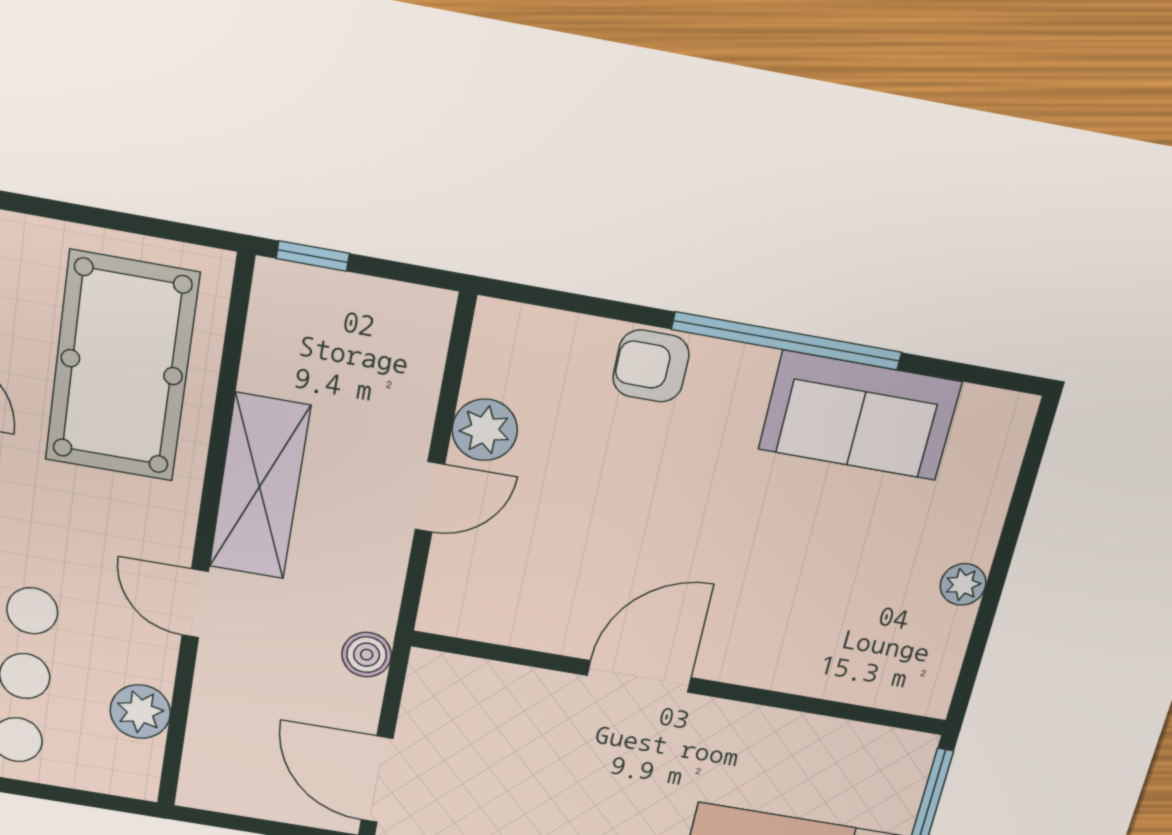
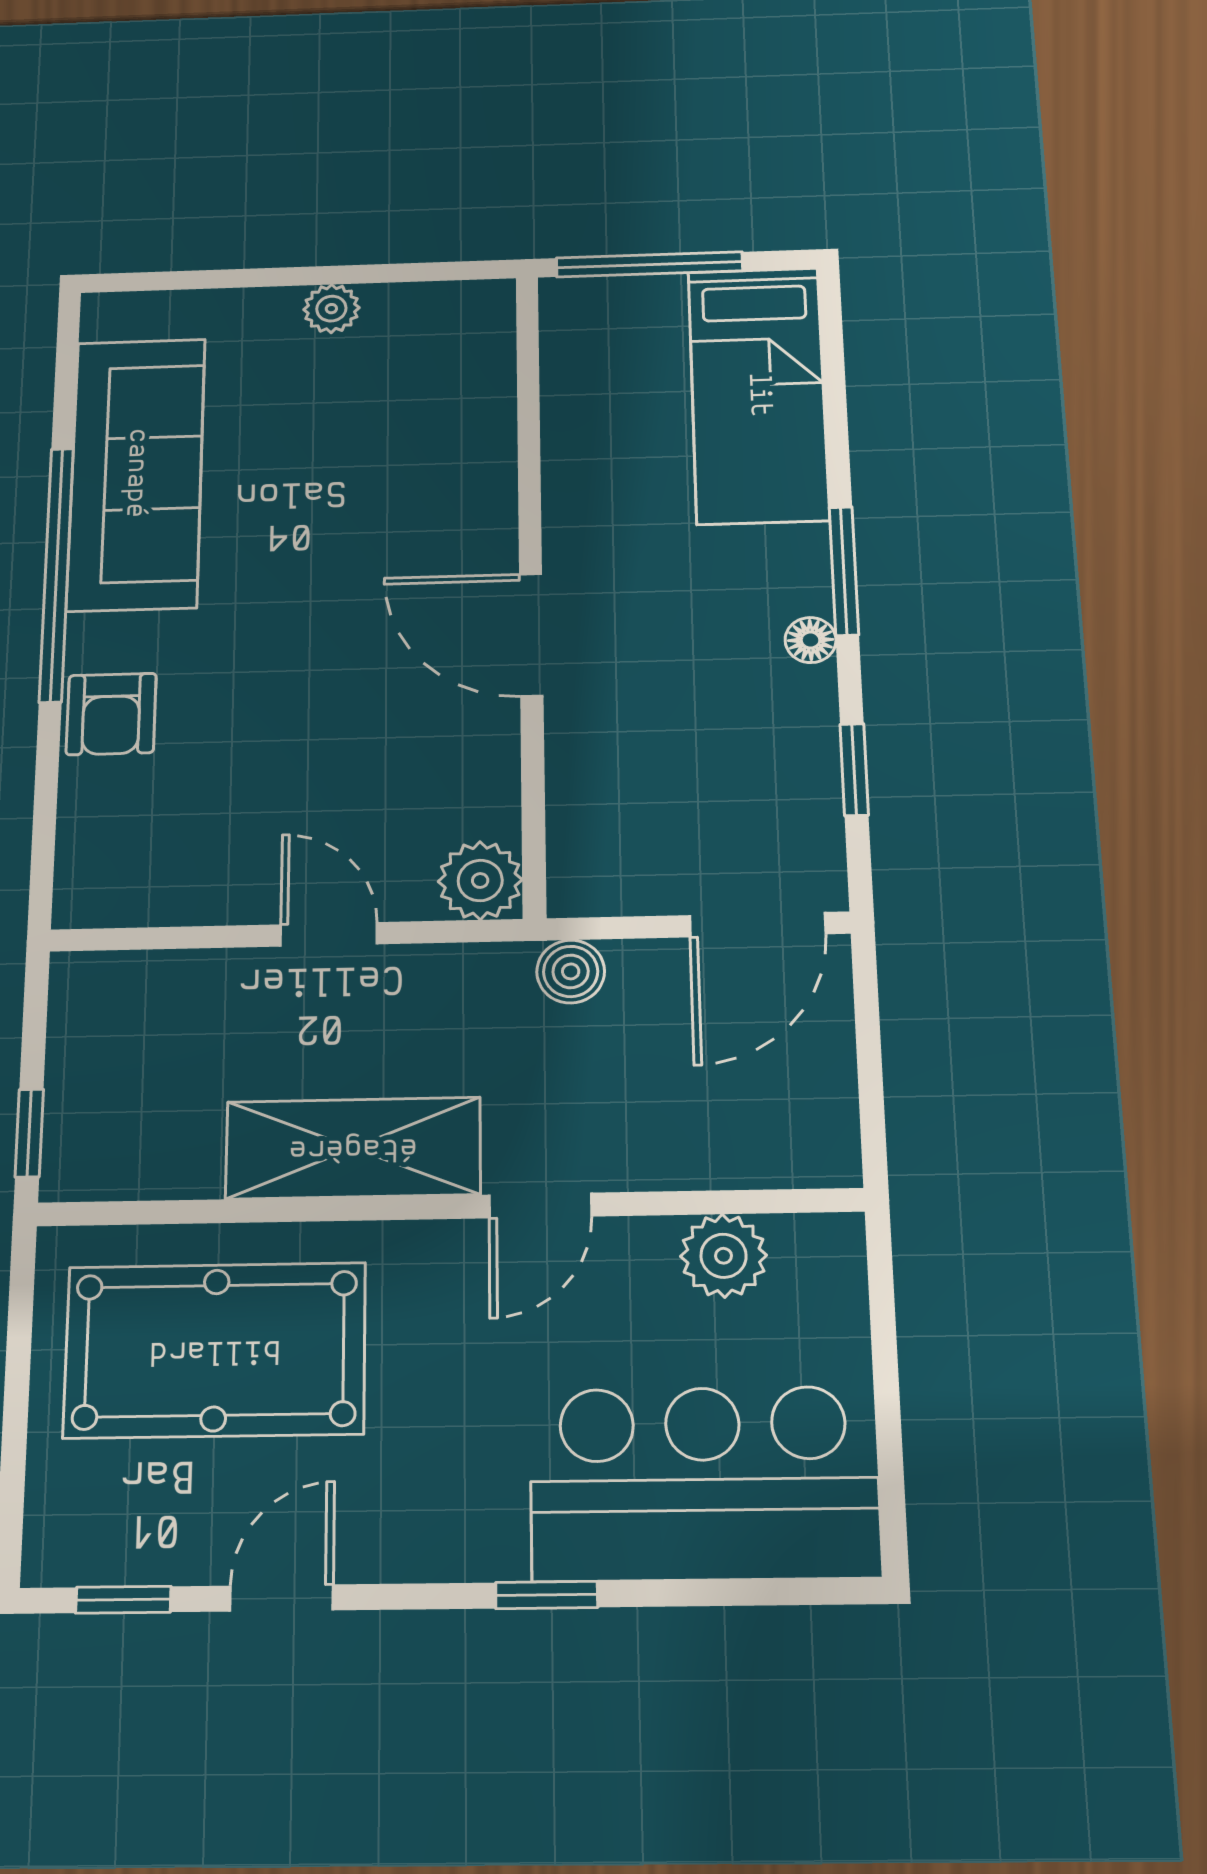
sofa: (860, 416) -> (136, 473), width x1.36
plant: (485, 430) -> (480, 881), moved

